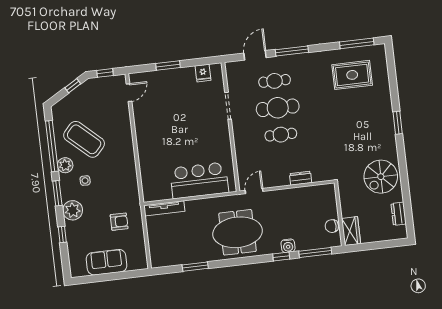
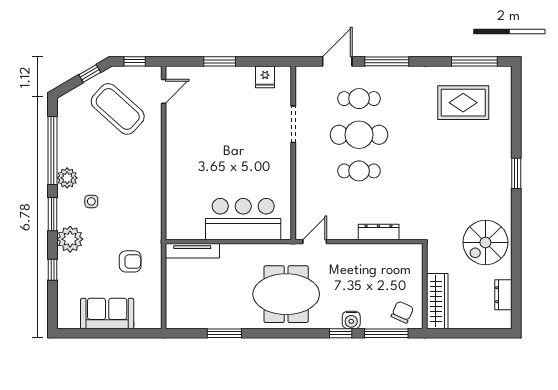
coffee table: (84, 139) -> (118, 109), moved
dresser: (301, 178) -> (379, 232), width x1.44
chair: (332, 226) -> (402, 312), moved, turned 114
wardrobe: (351, 231) -> (437, 301), width x1.50

